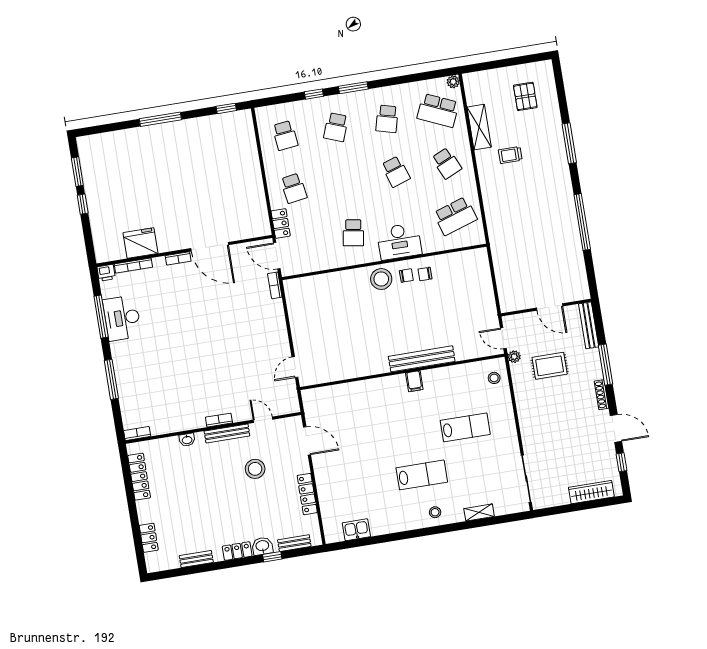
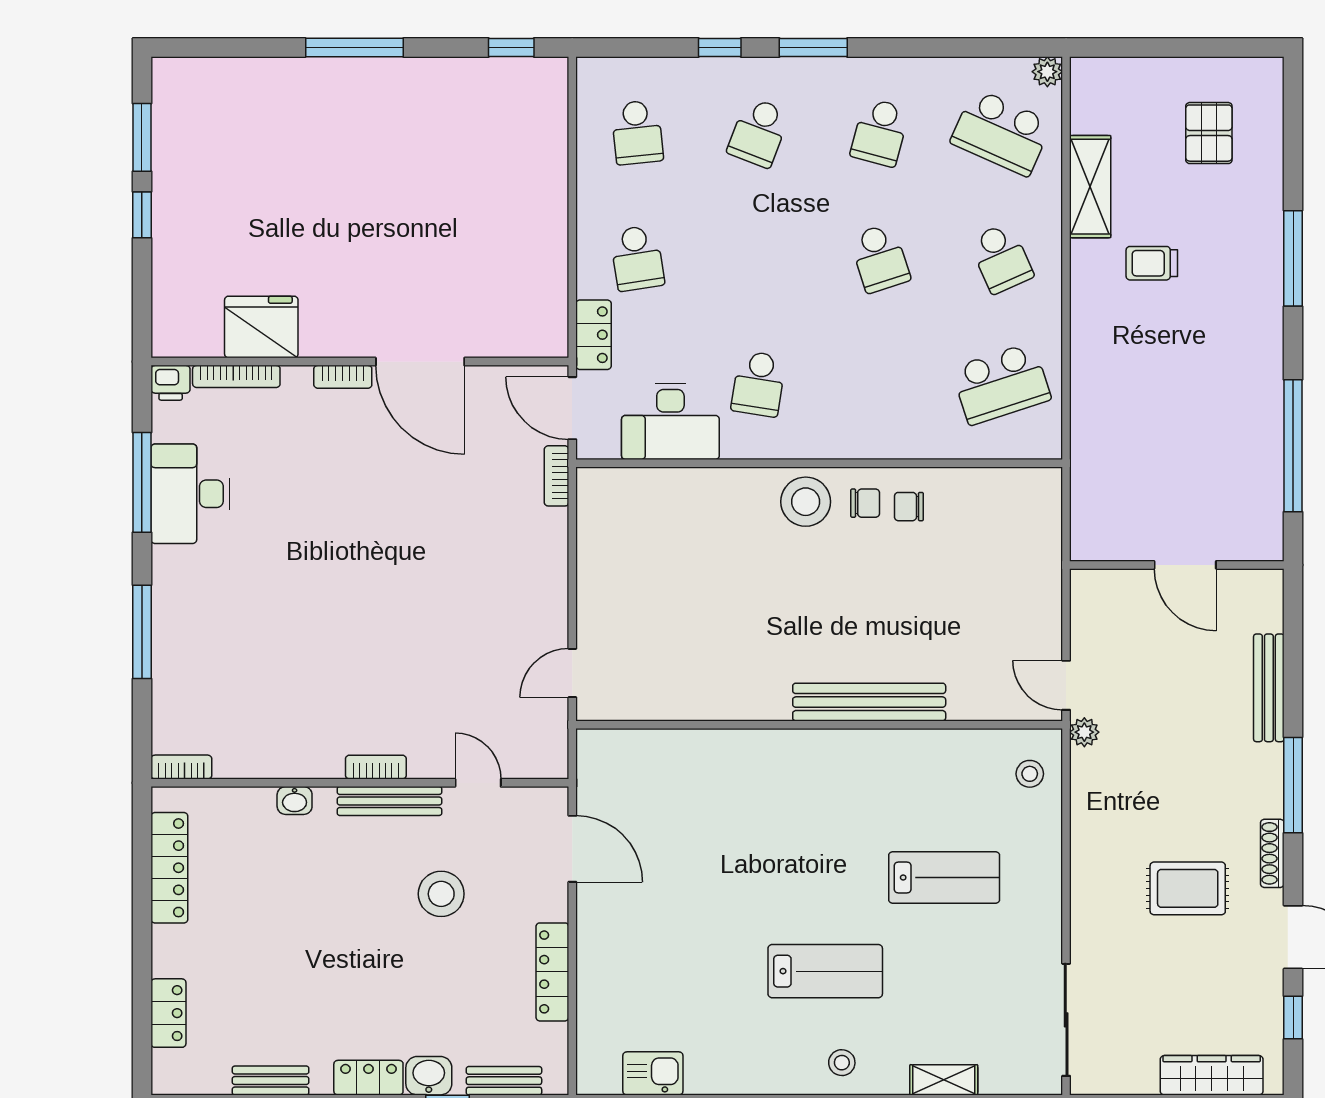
desk: (399, 241) -> (670, 421), moved
door: (550, 307) -> (1185, 565), moved
wall: (546, 308) -> (1177, 565), moved
rug: (550, 366) -> (1188, 888), moved
filing cabinet: (414, 381) -> (844, 751), removed

